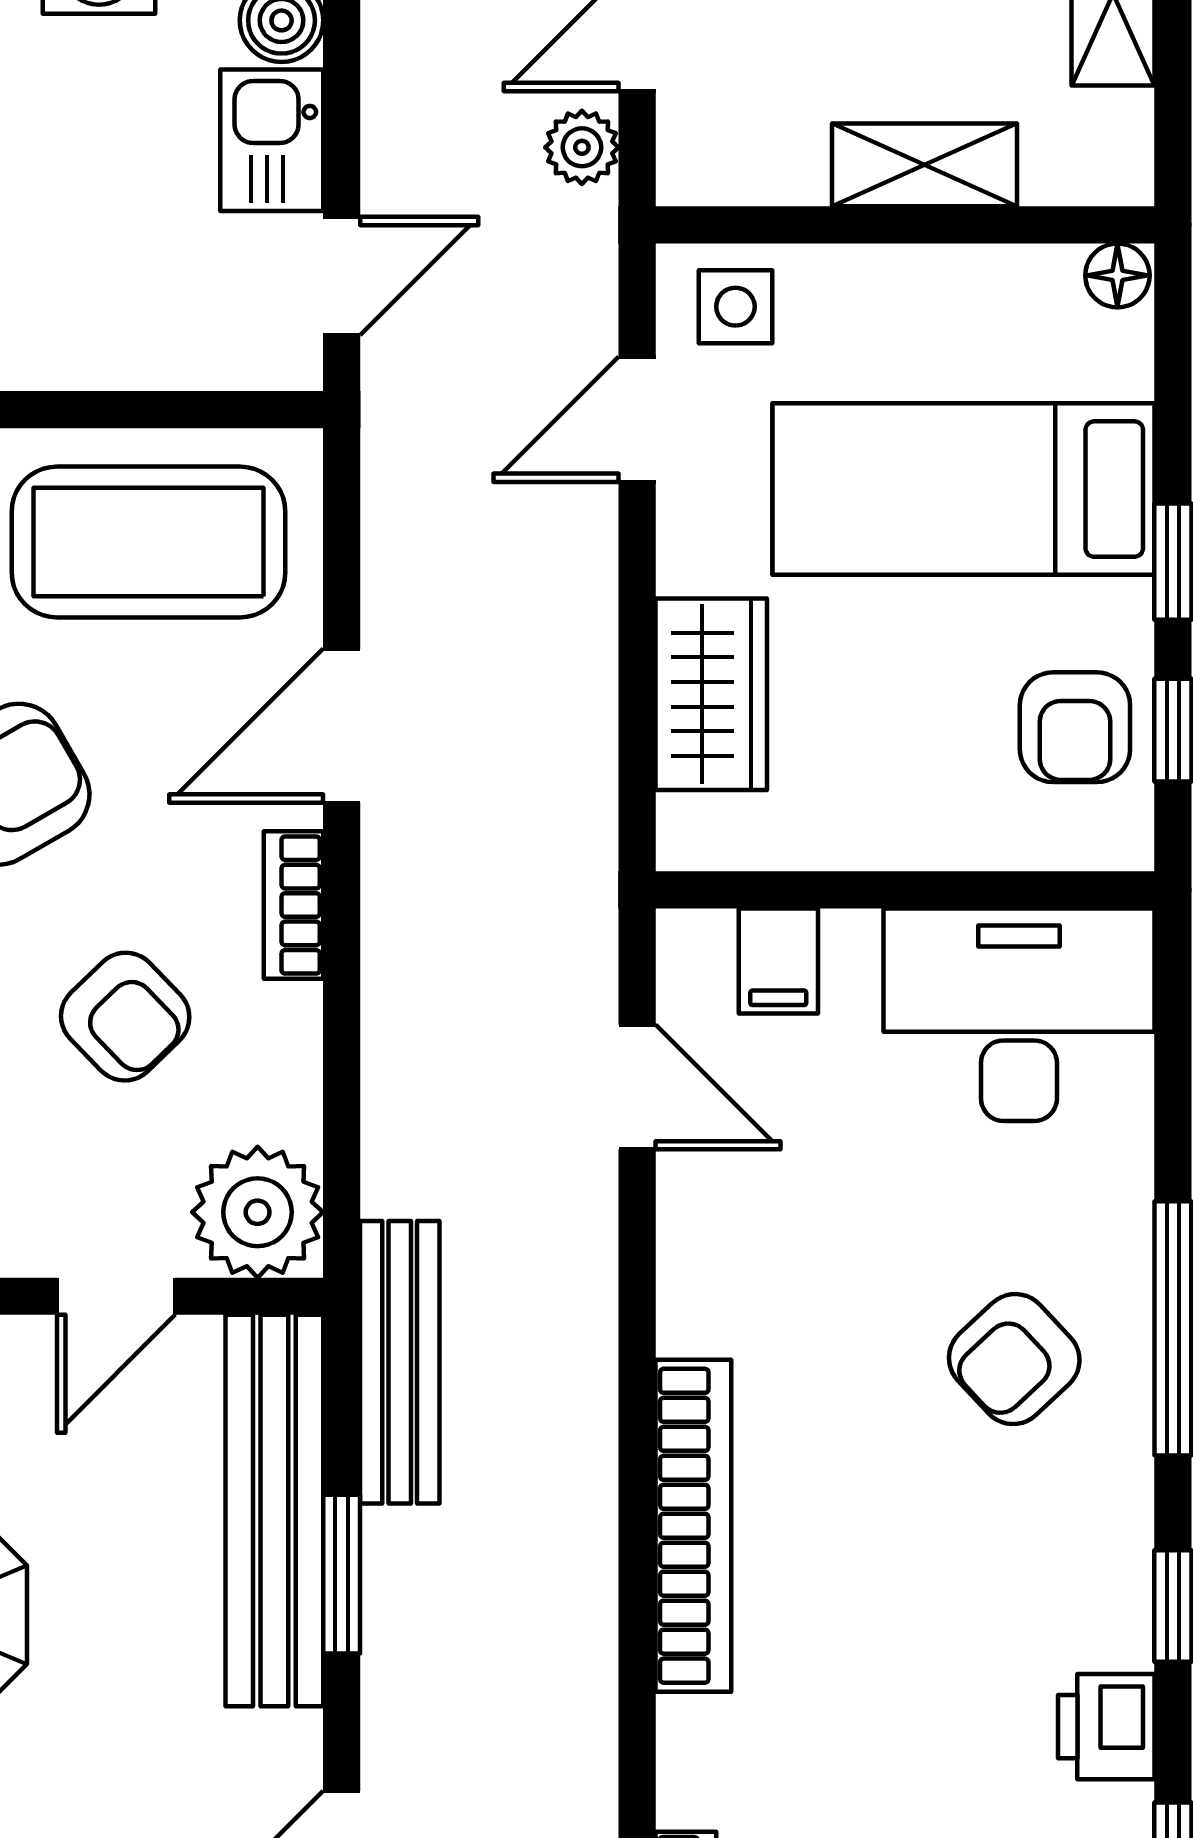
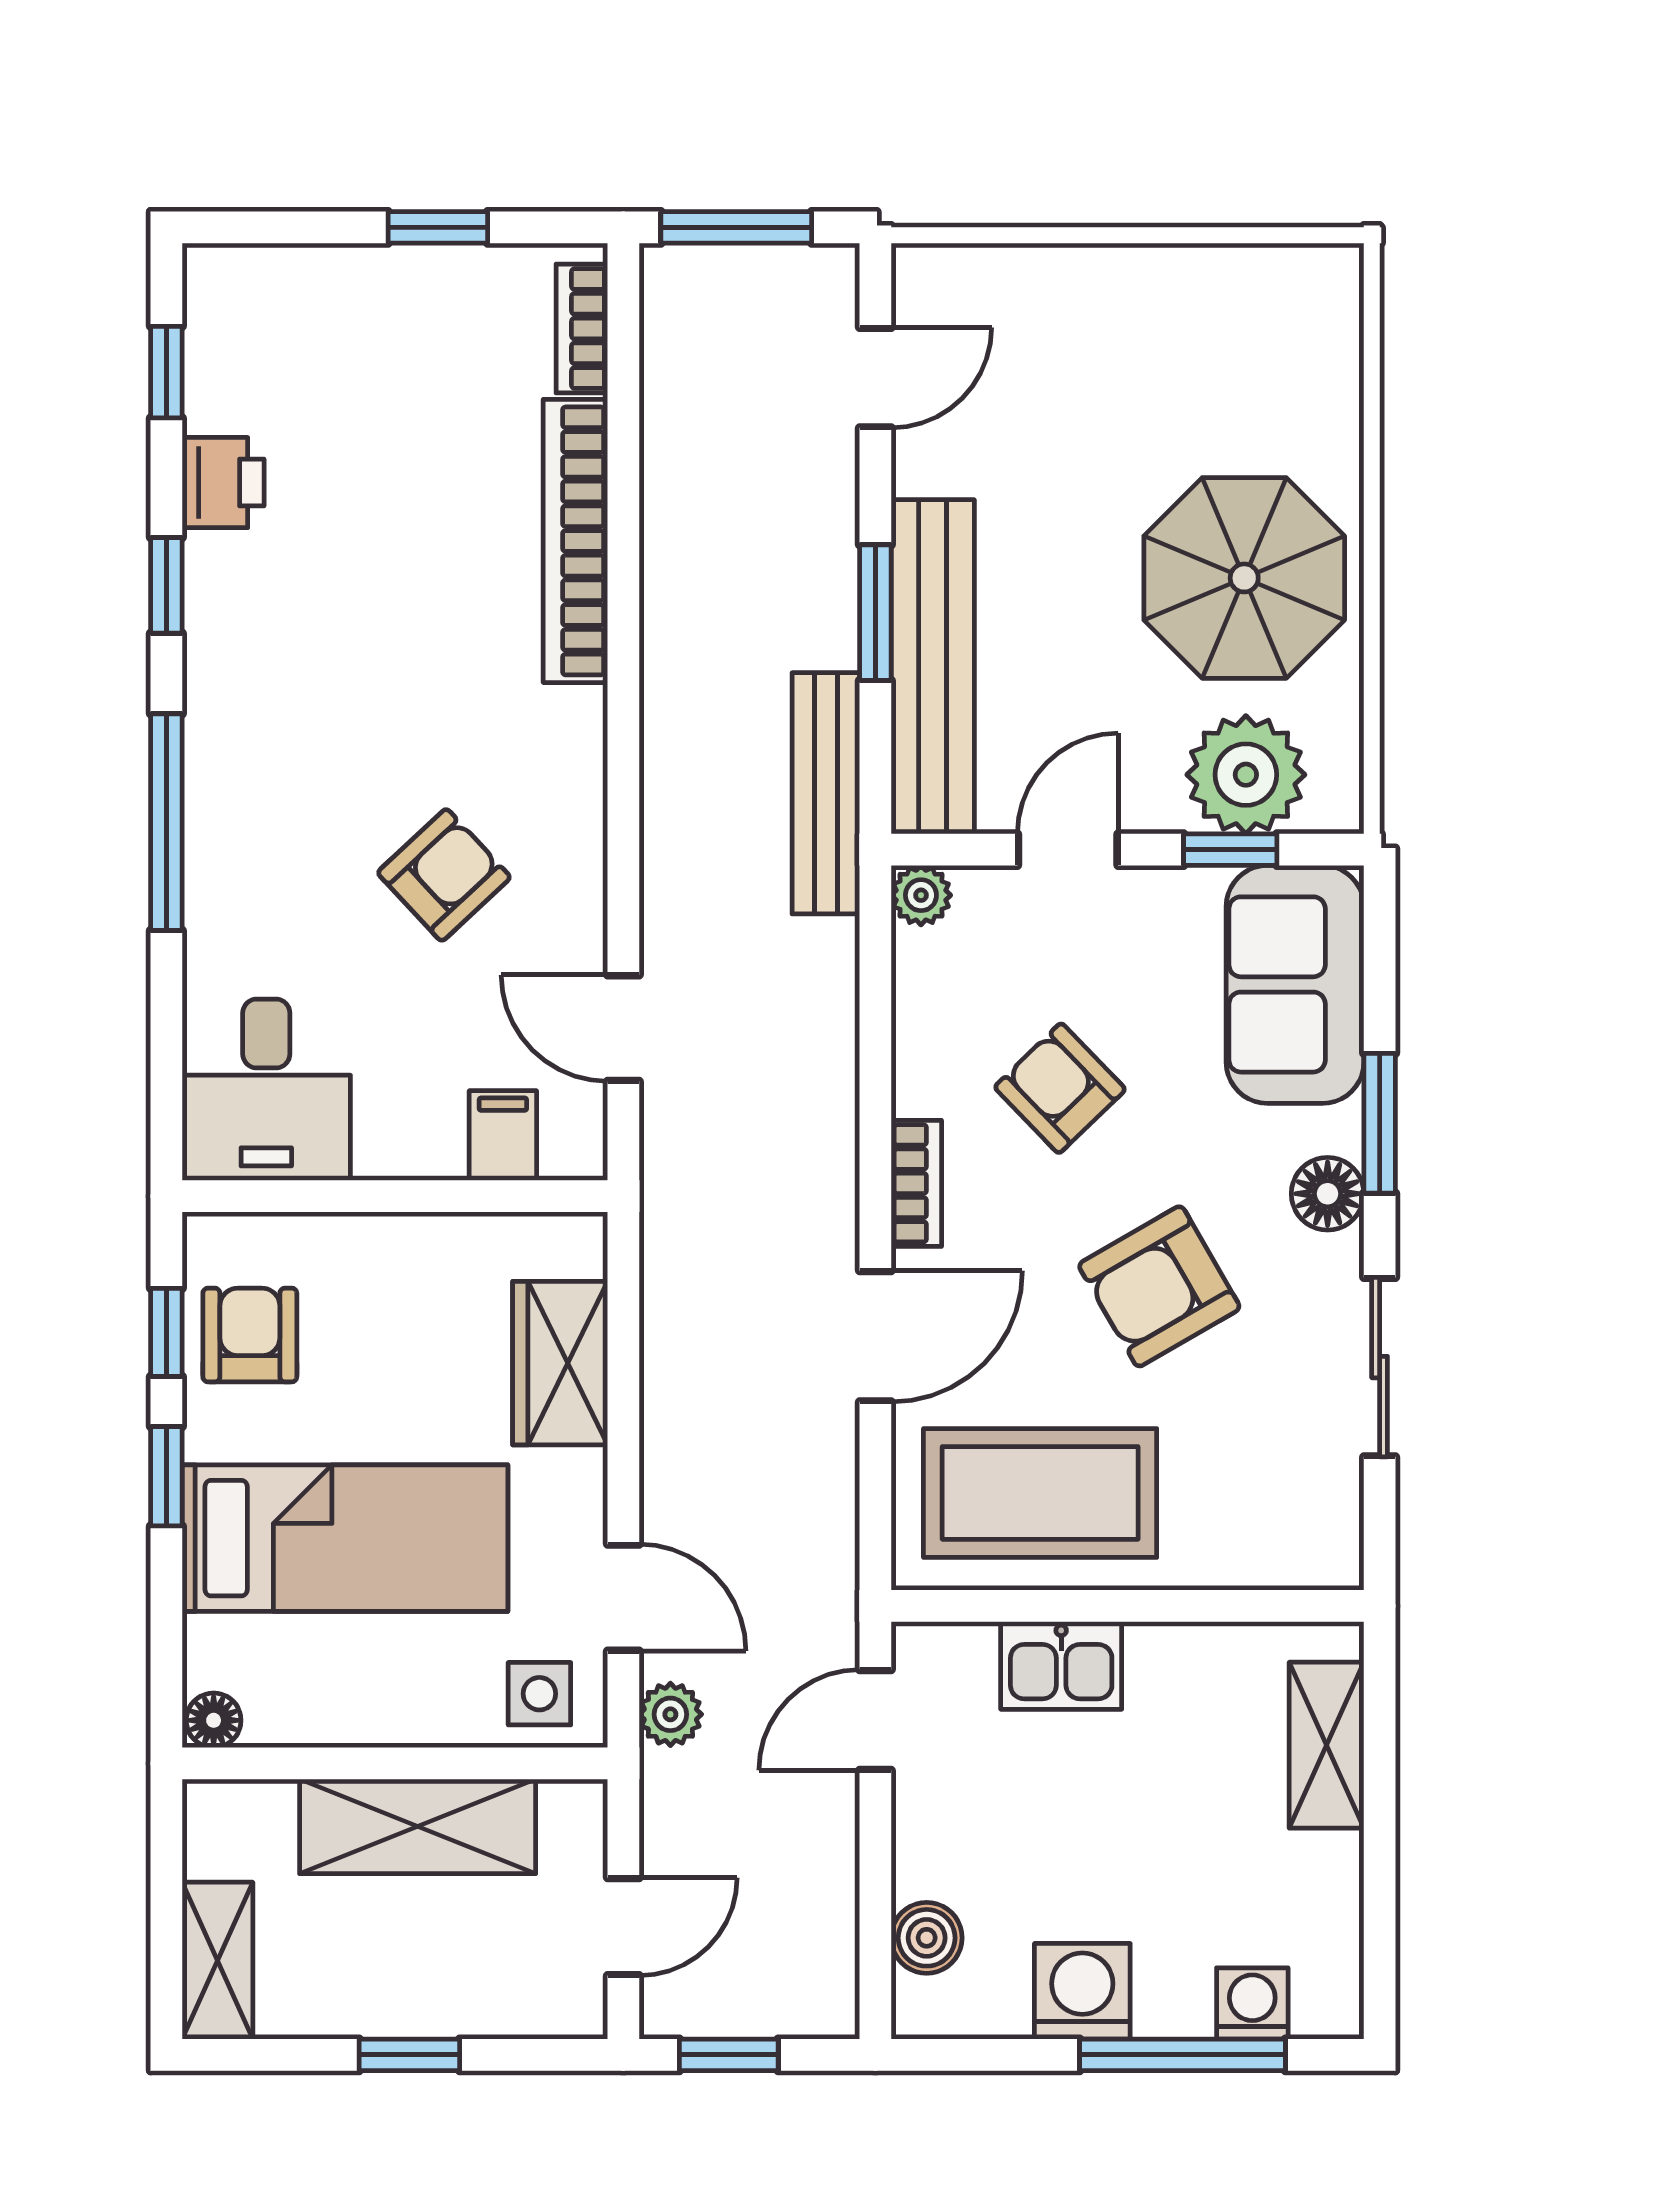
kitchen sink: (272, 140) -> (1061, 1665), moved, turned 90
plant: (582, 147) -> (670, 1714), moved
shelving: (924, 165) -> (418, 1826), width x1.50, depth x1.33
door: (637, 419) -> (623, 1598), hinge flipped
desk: (1019, 1015) -> (266, 1090), width x0.73
plant: (258, 1212) -> (921, 895), width x0.53, depth x0.53
armchair: (1014, 1359) -> (444, 875), moved
bookcase: (693, 1526) -> (575, 541), moved

